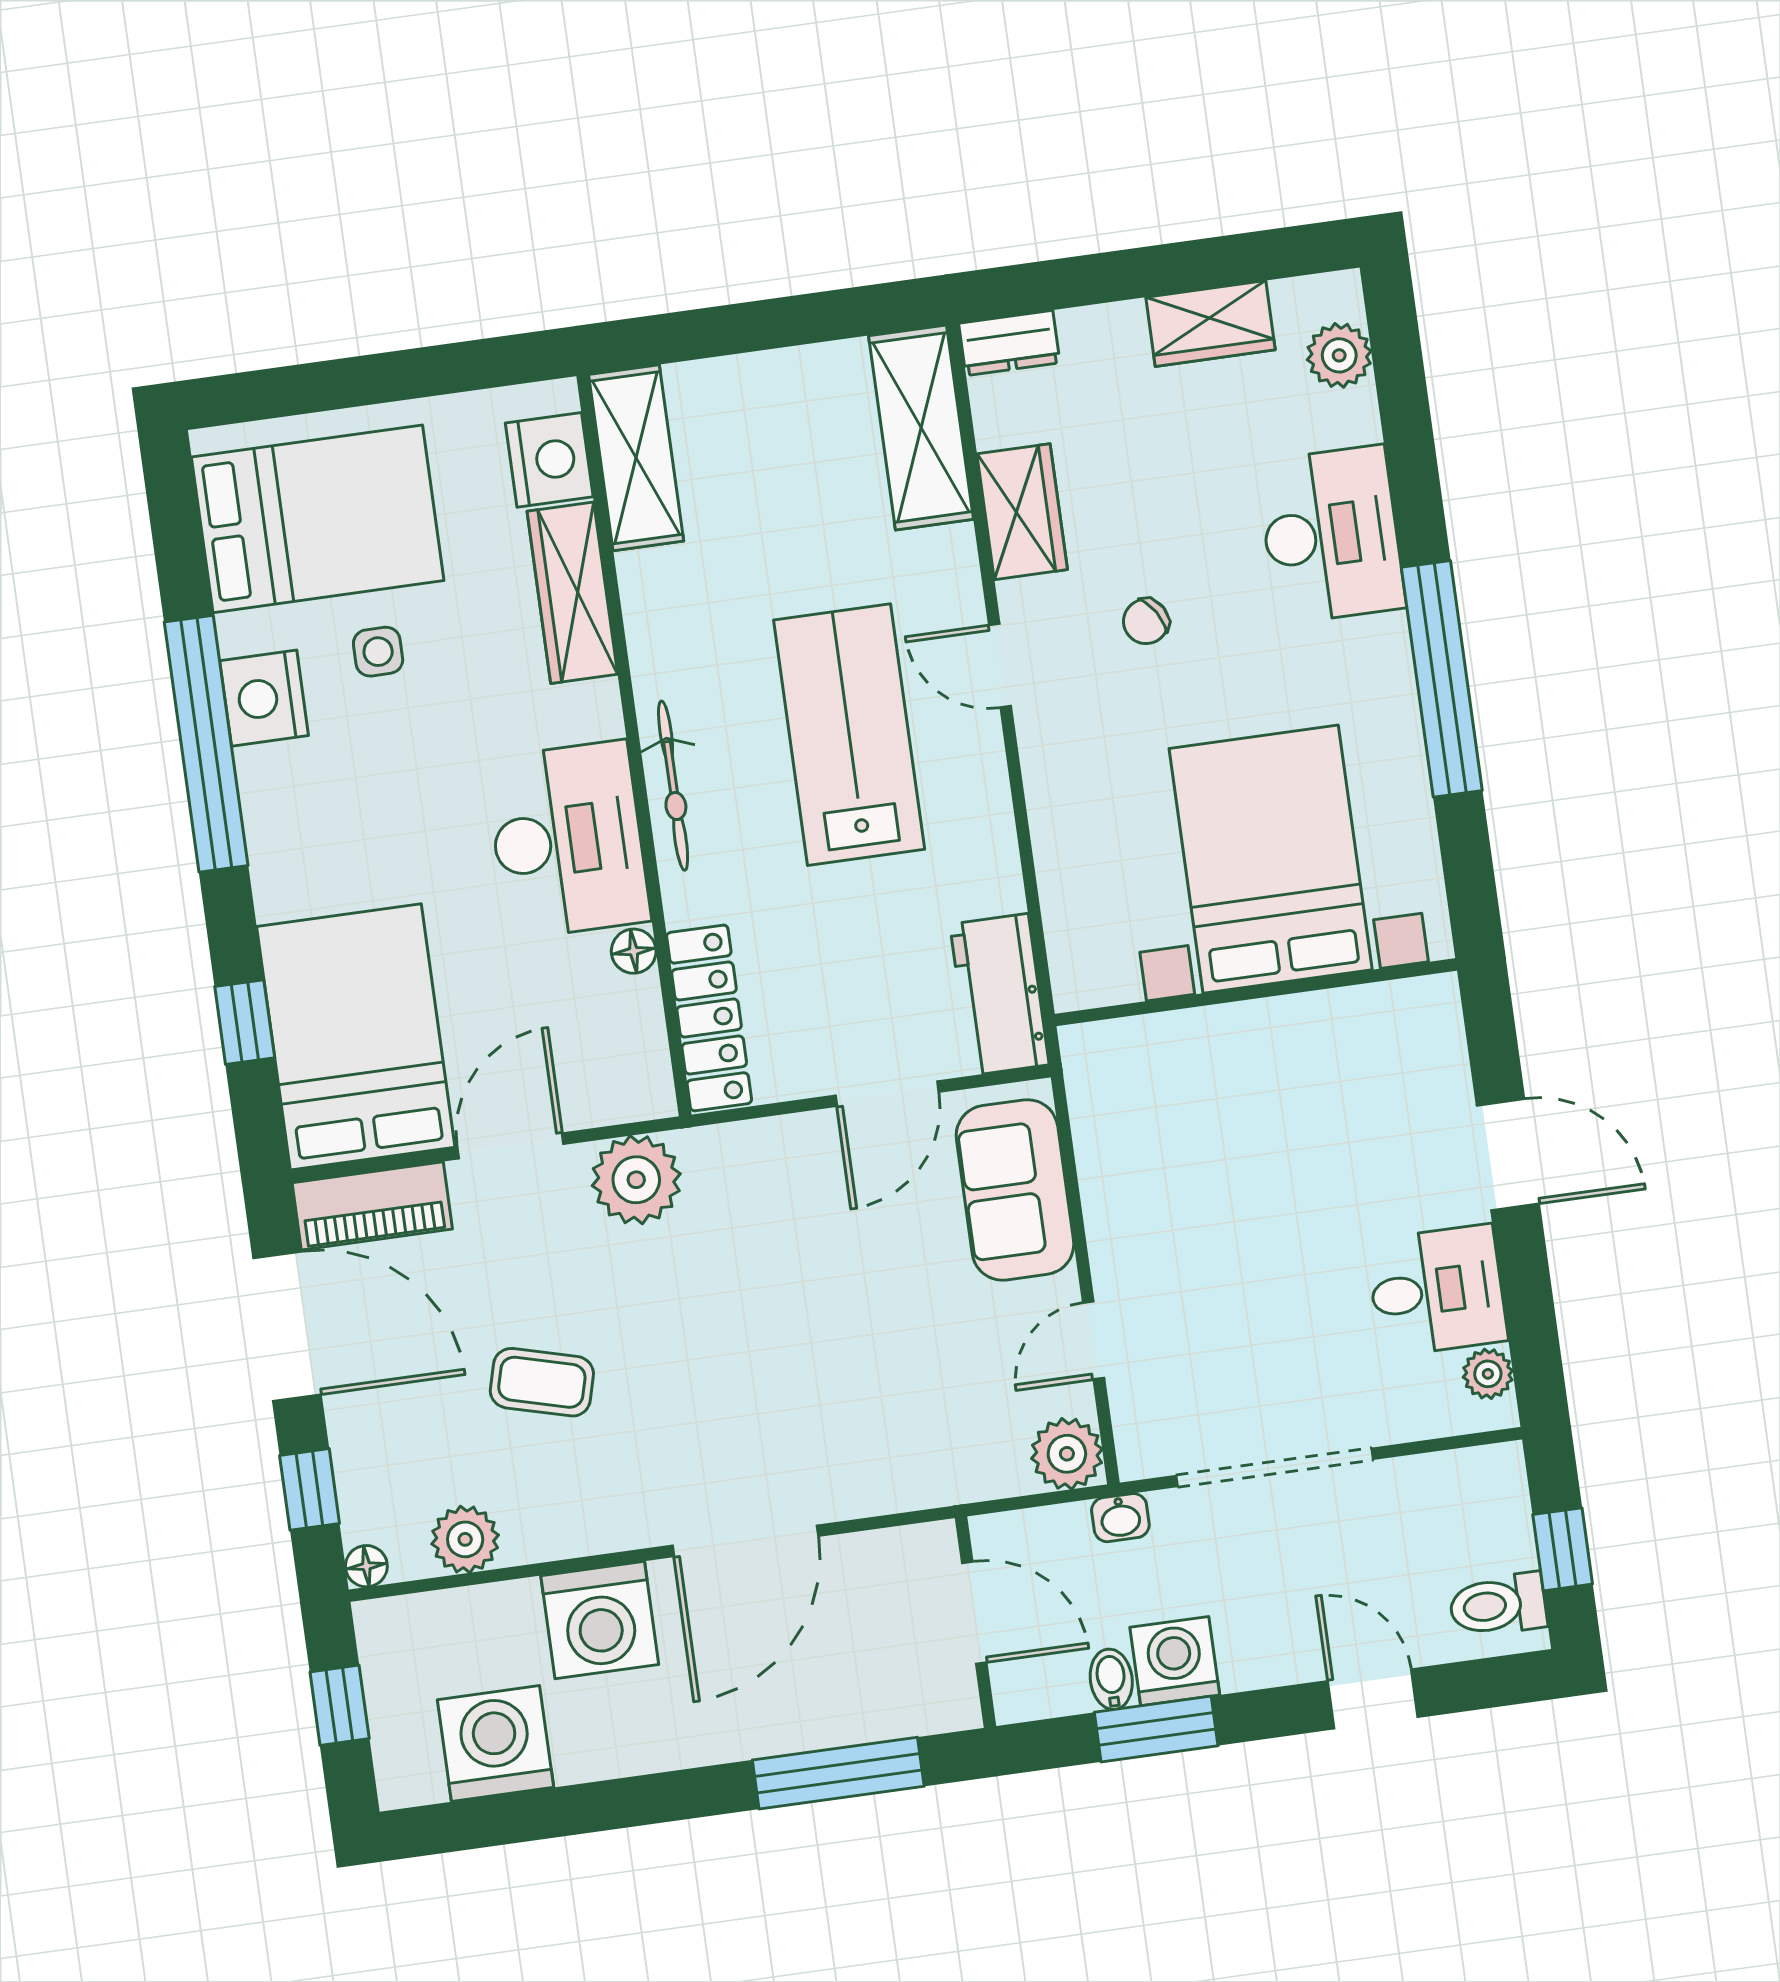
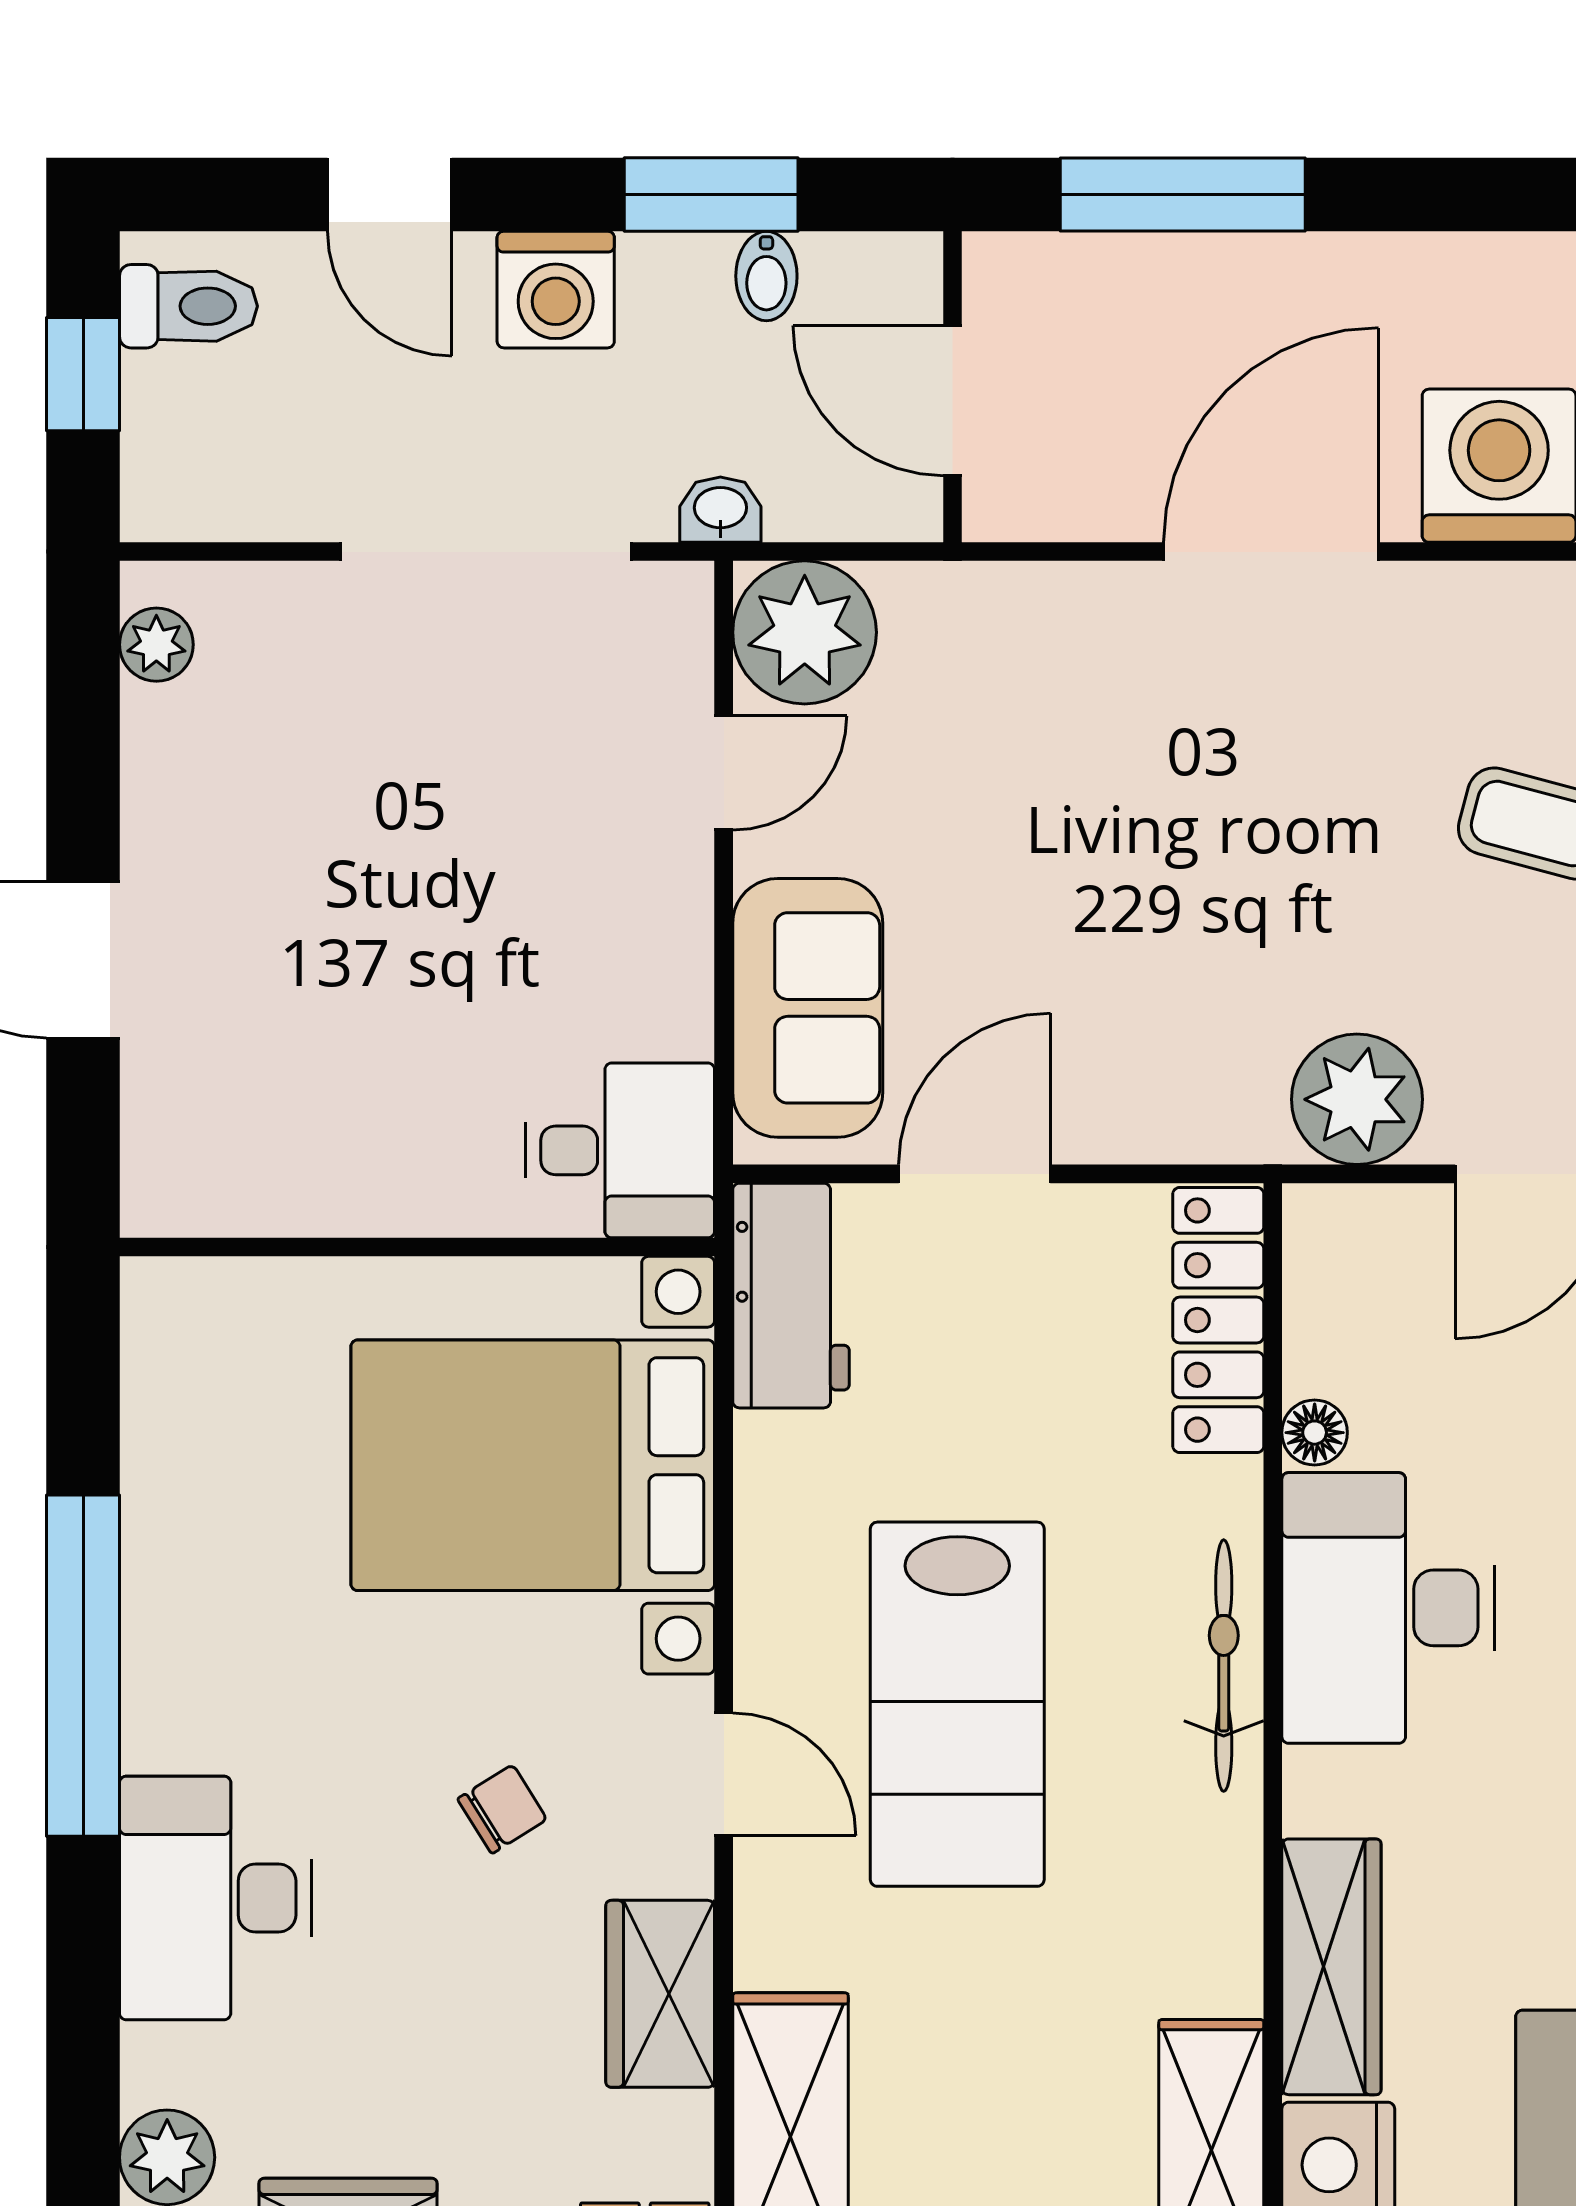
bed with nightstands: (1271, 859) -> (533, 1465), moved, turned 90
desk: (1437, 1291) -> (620, 1150), moved, turned 180
plant: (1067, 1454) -> (805, 632), width x1.36, depth x1.36
washing machine: (1175, 1661) -> (556, 290), moved

